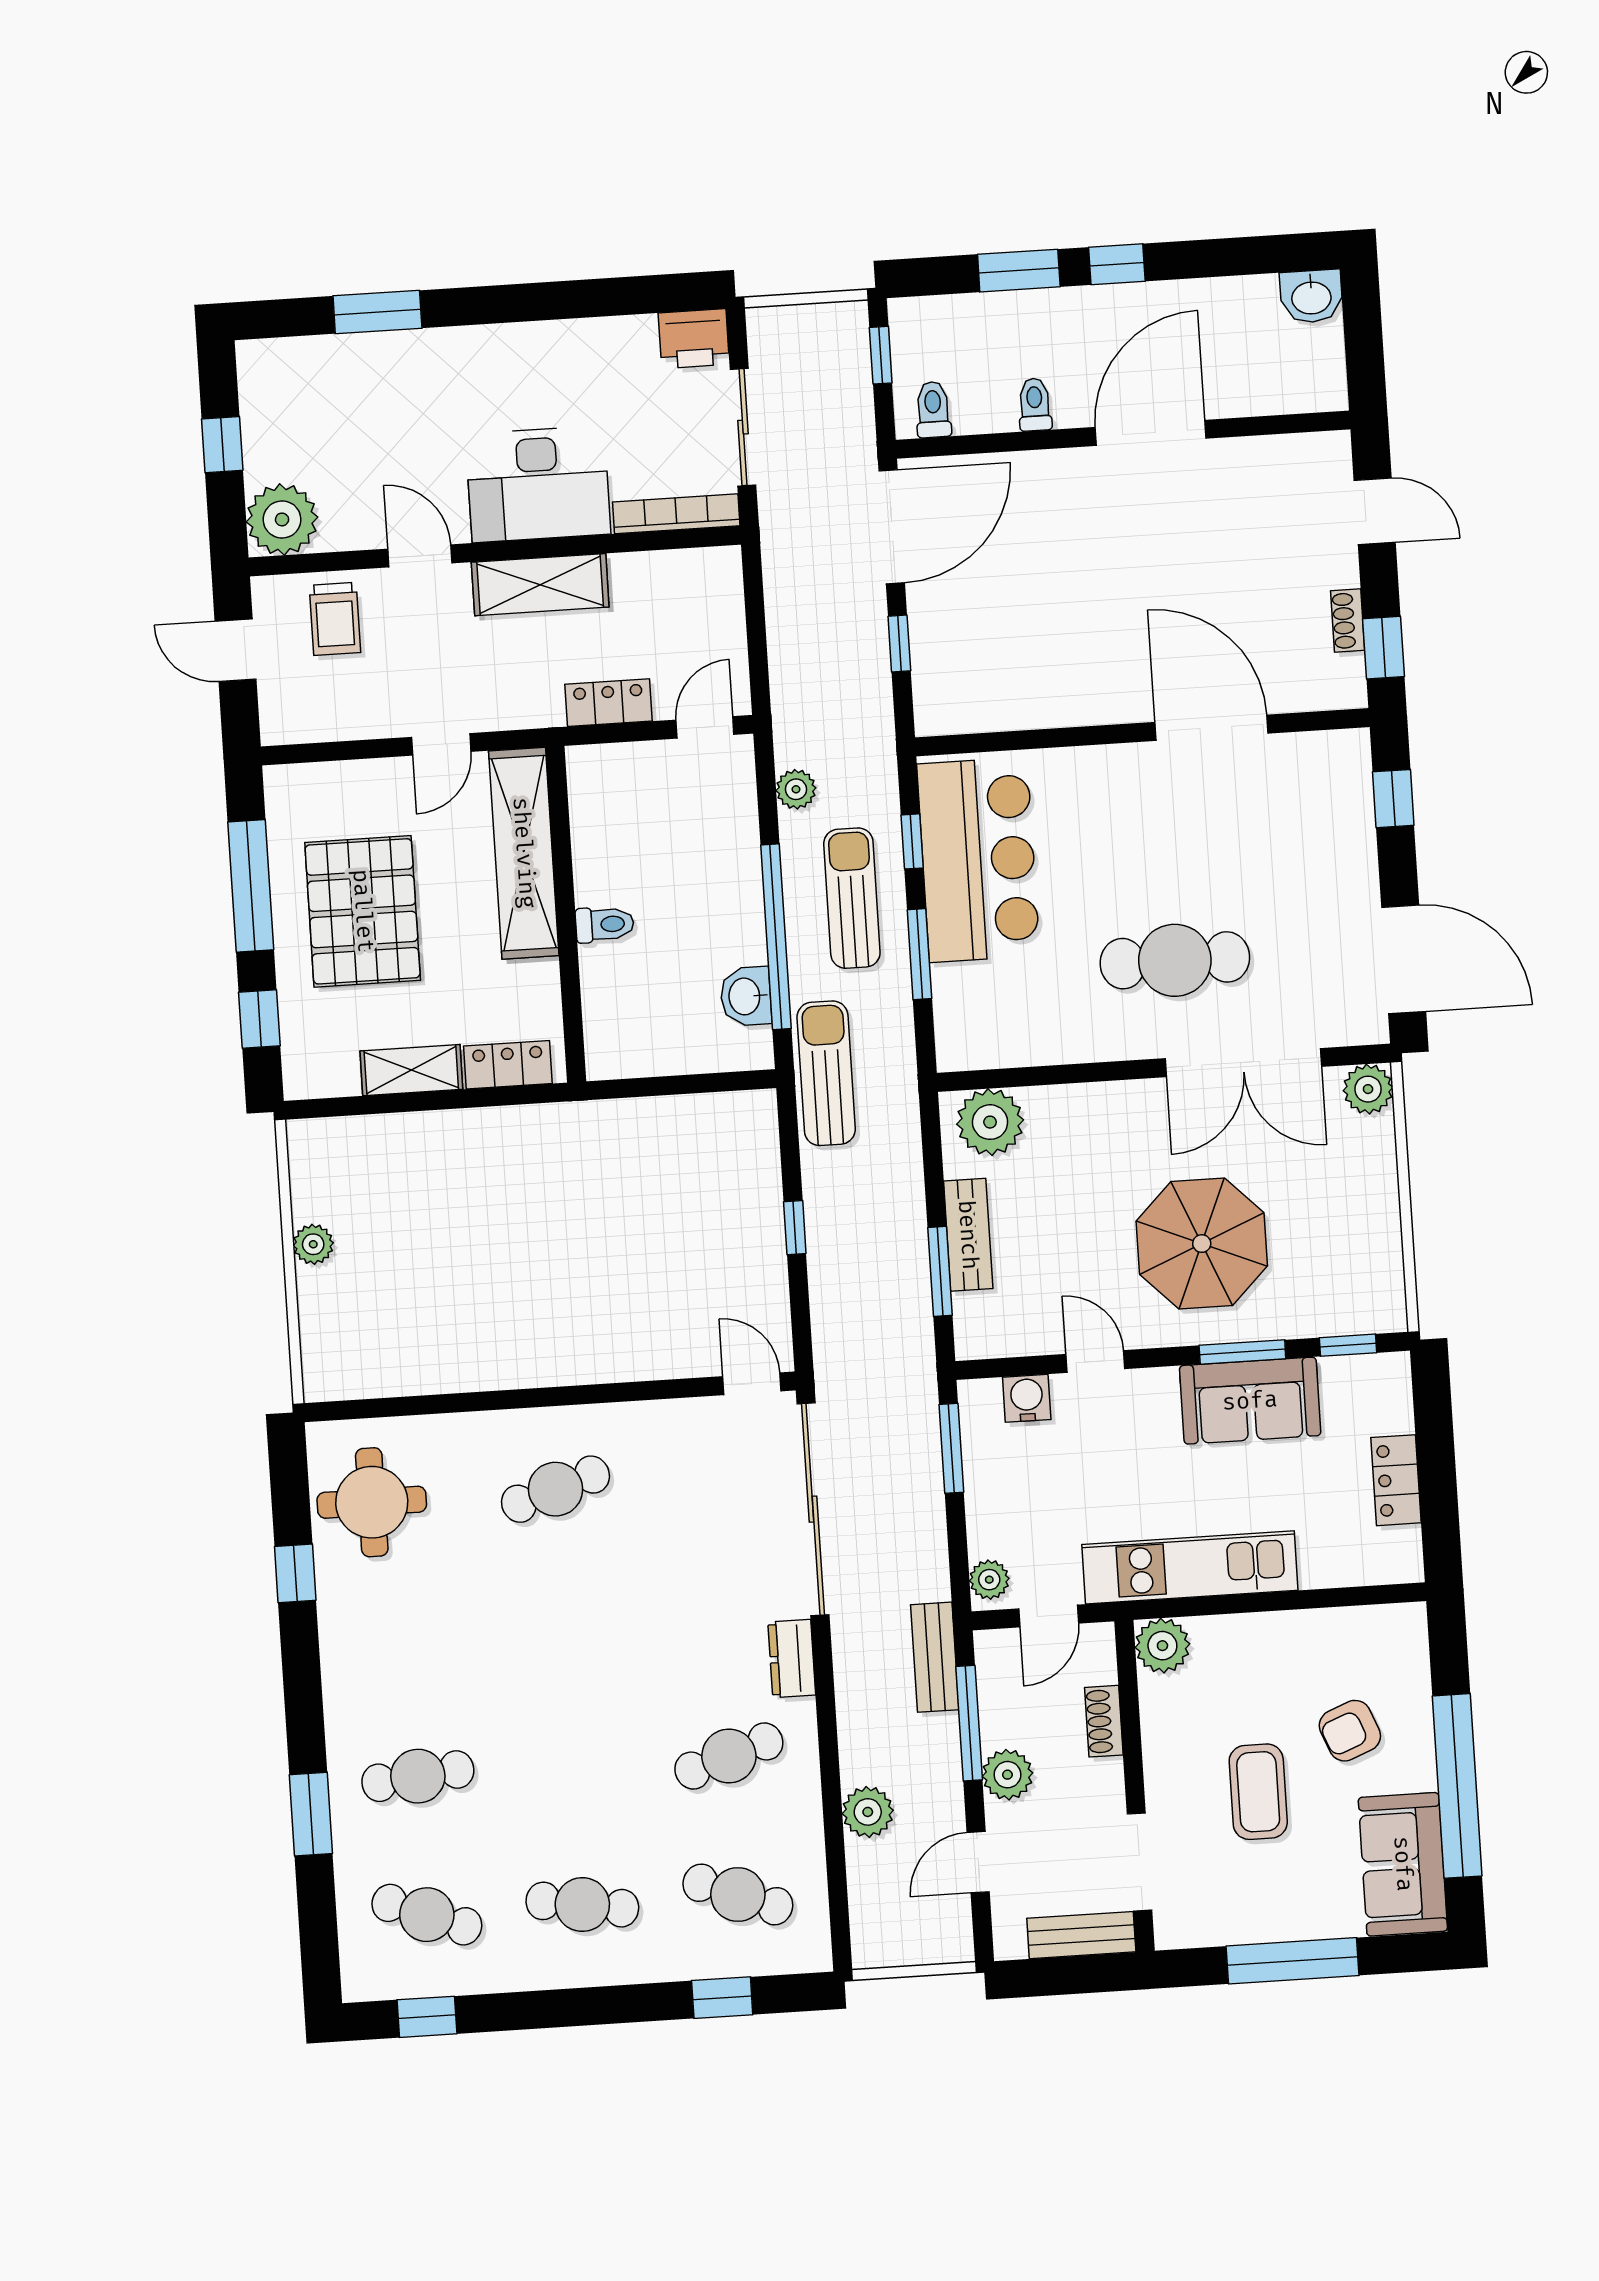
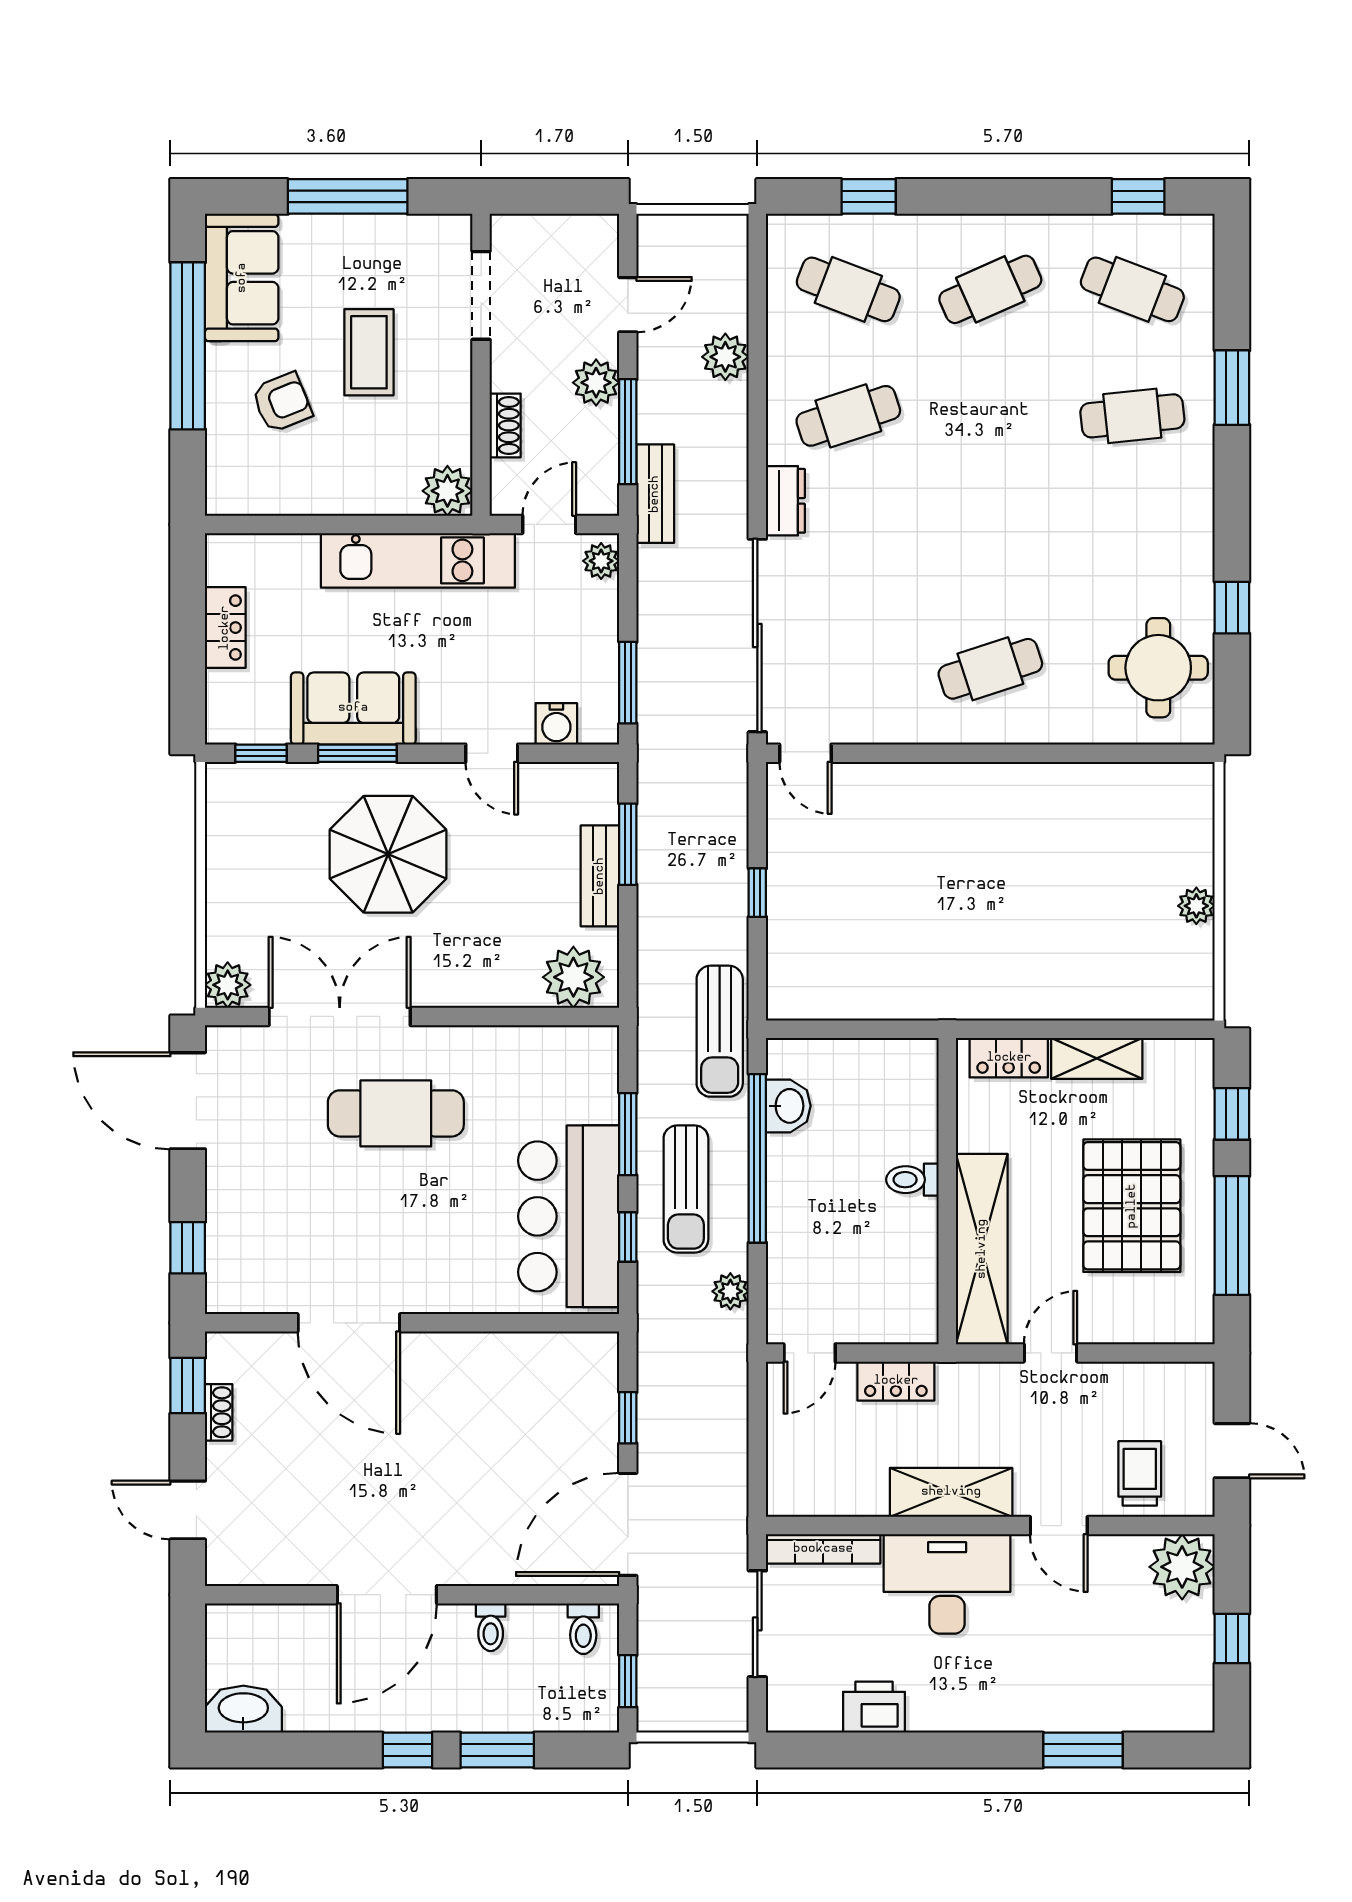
washbasin: (1311, 296) -> (243, 1709), width x1.38
printer: (694, 339) -> (874, 1707), moved
cafe table: (582, 1905) -> (990, 289), turned -33
bench: (1081, 1935) -> (538, 232), removed

